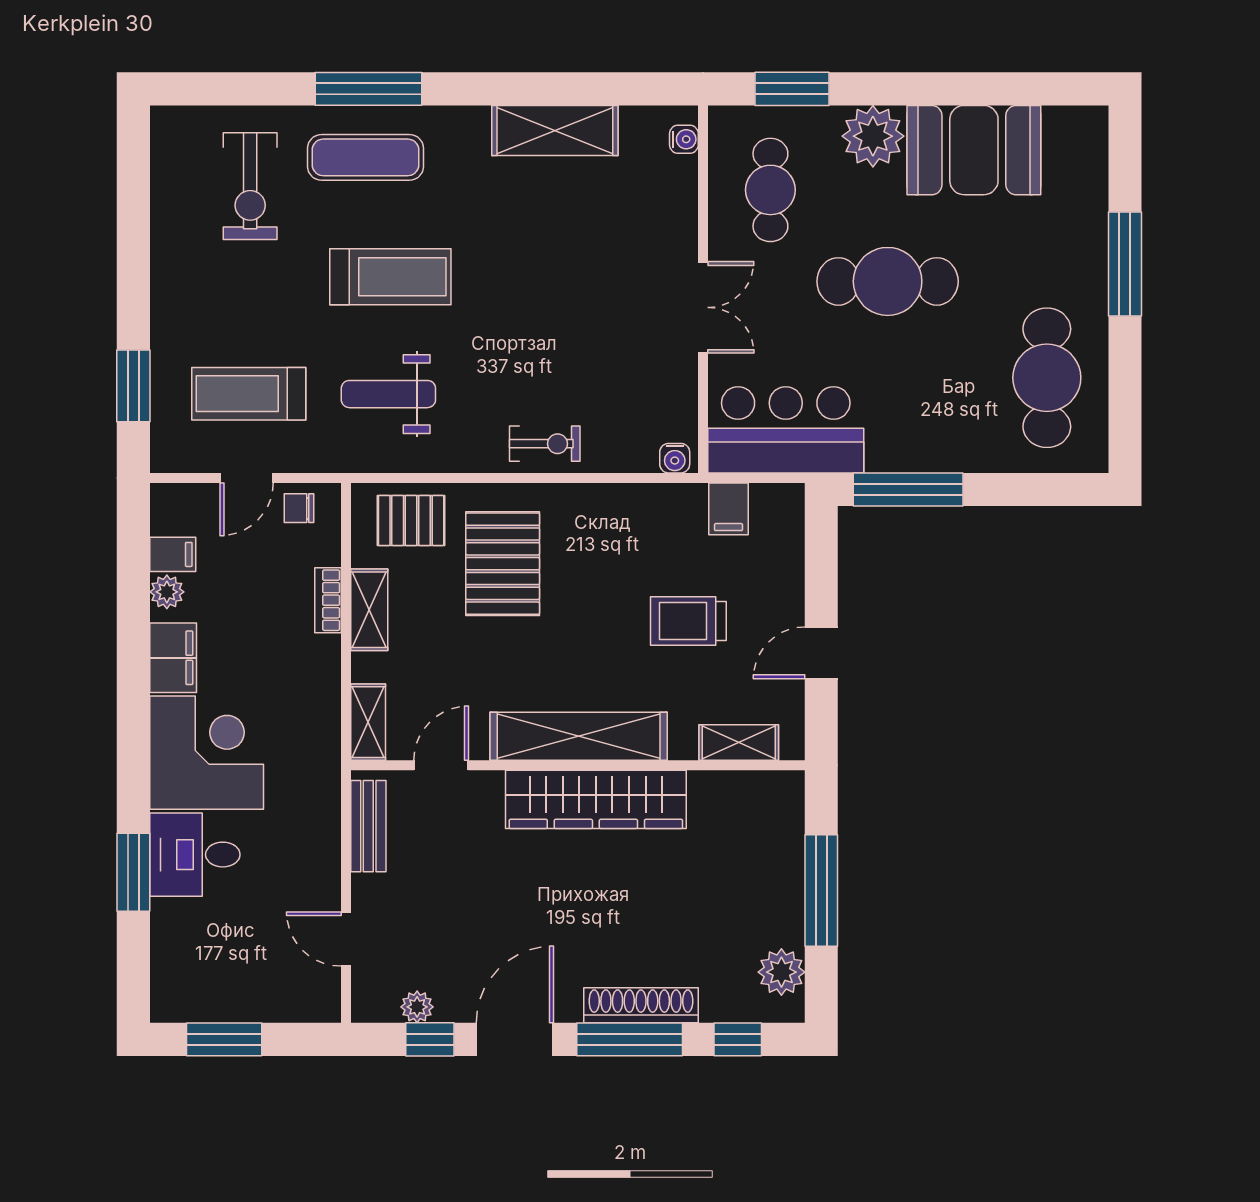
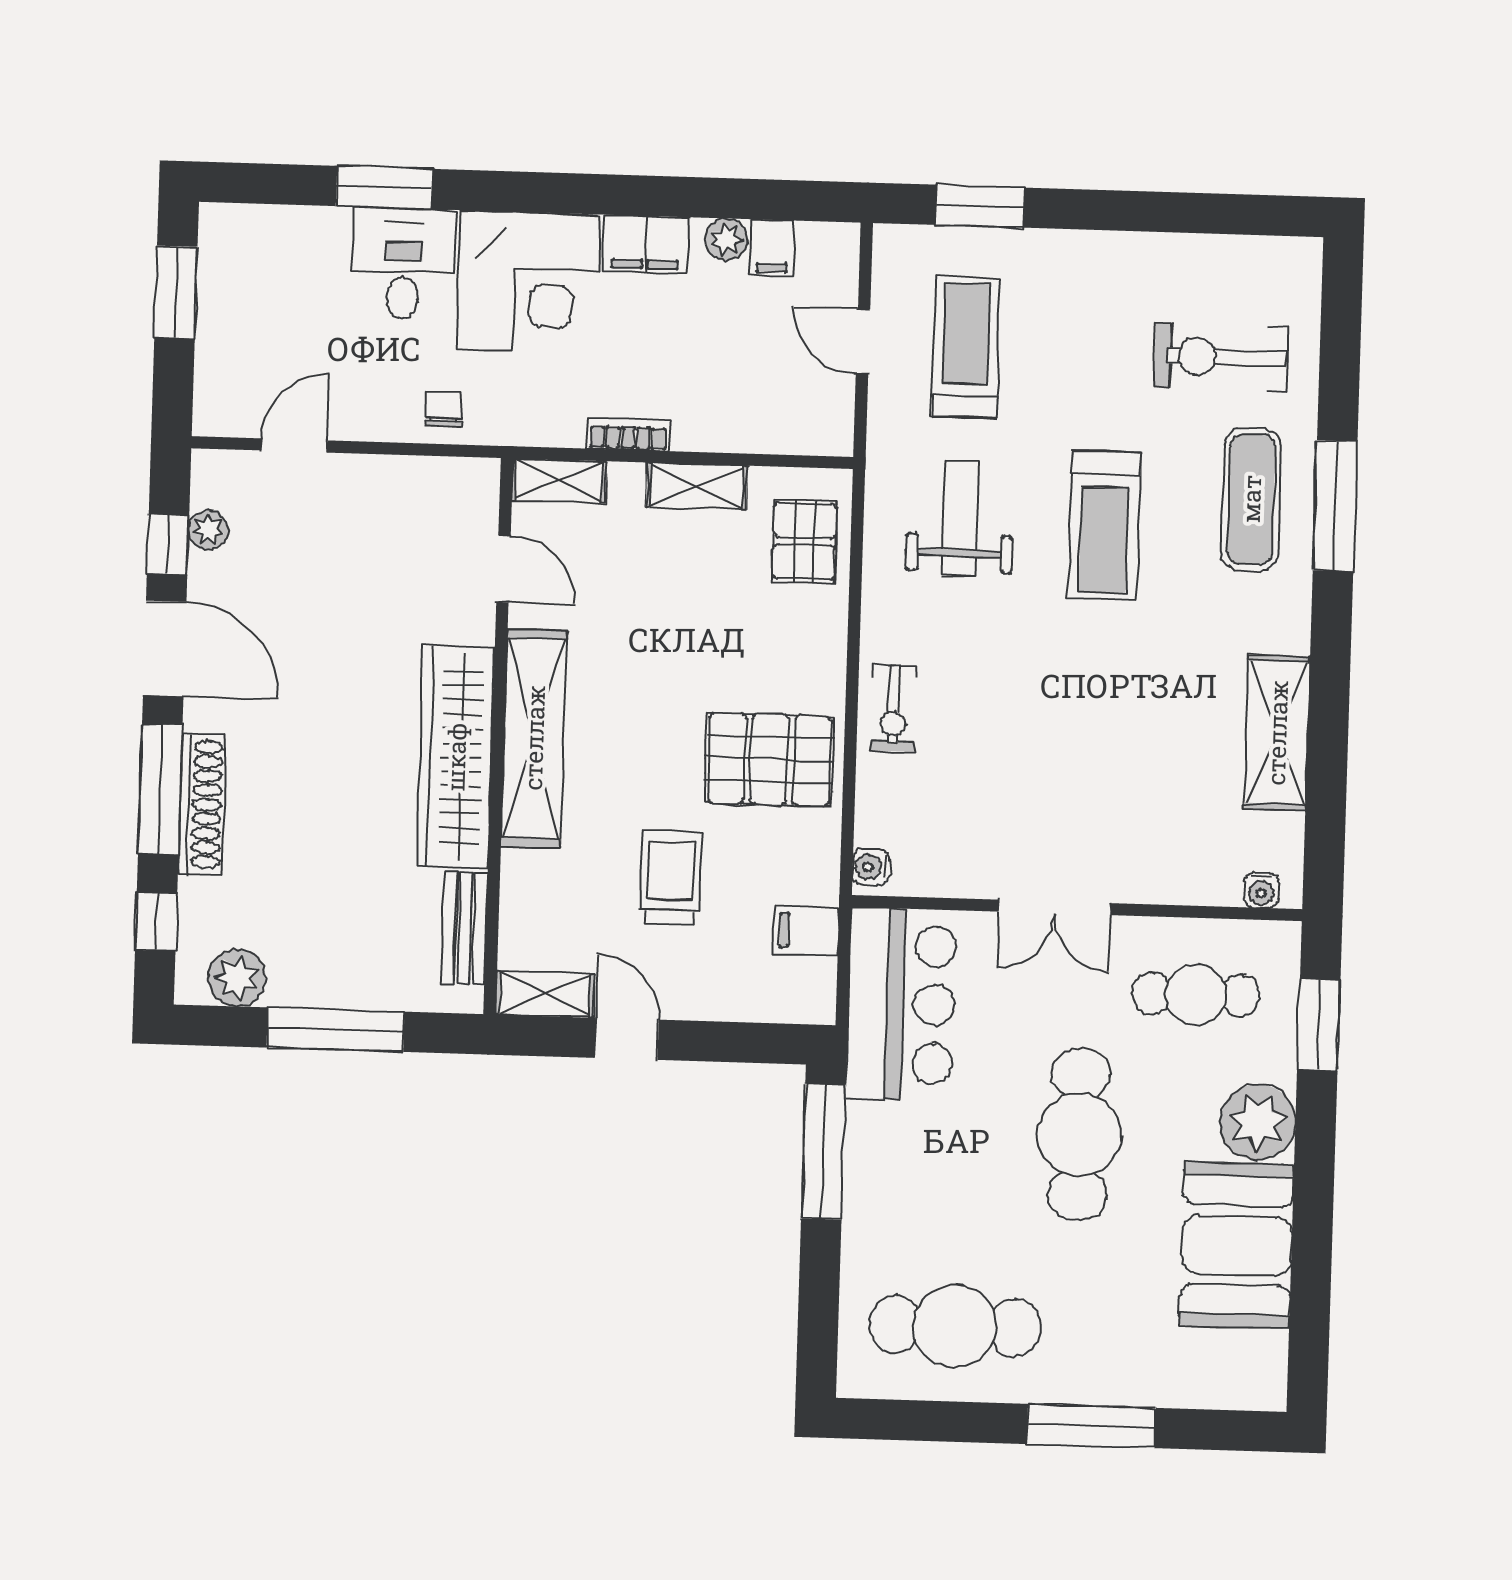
chair: (299, 508) -> (444, 409), moved
pallet: (503, 564) -> (769, 760), moved
bookcase: (328, 600) -> (628, 434), moved
shelving: (739, 742) -> (545, 994), moved, turned 90
bench: (368, 826) -> (465, 928), moved, turned 90

